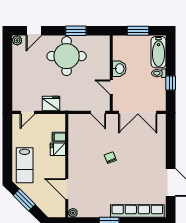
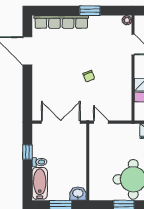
washbasin: (119, 69) -> (78, 194), moved, turned 90
door: (111, 87) -> (88, 148), removed

